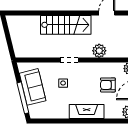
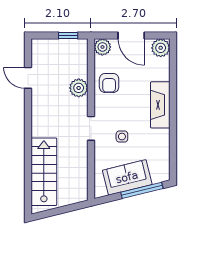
stairs: (66, 25) -> (44, 172), moved
armchair: (108, 85) -> (109, 83), moved

